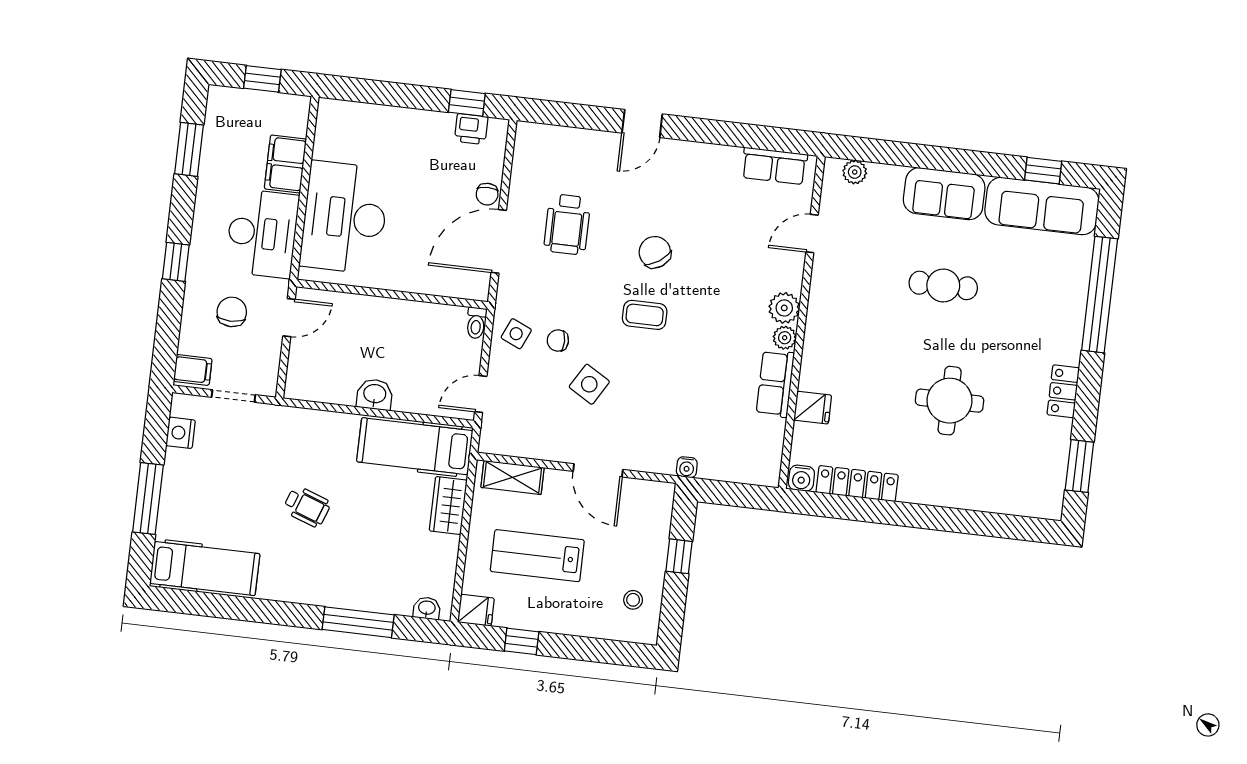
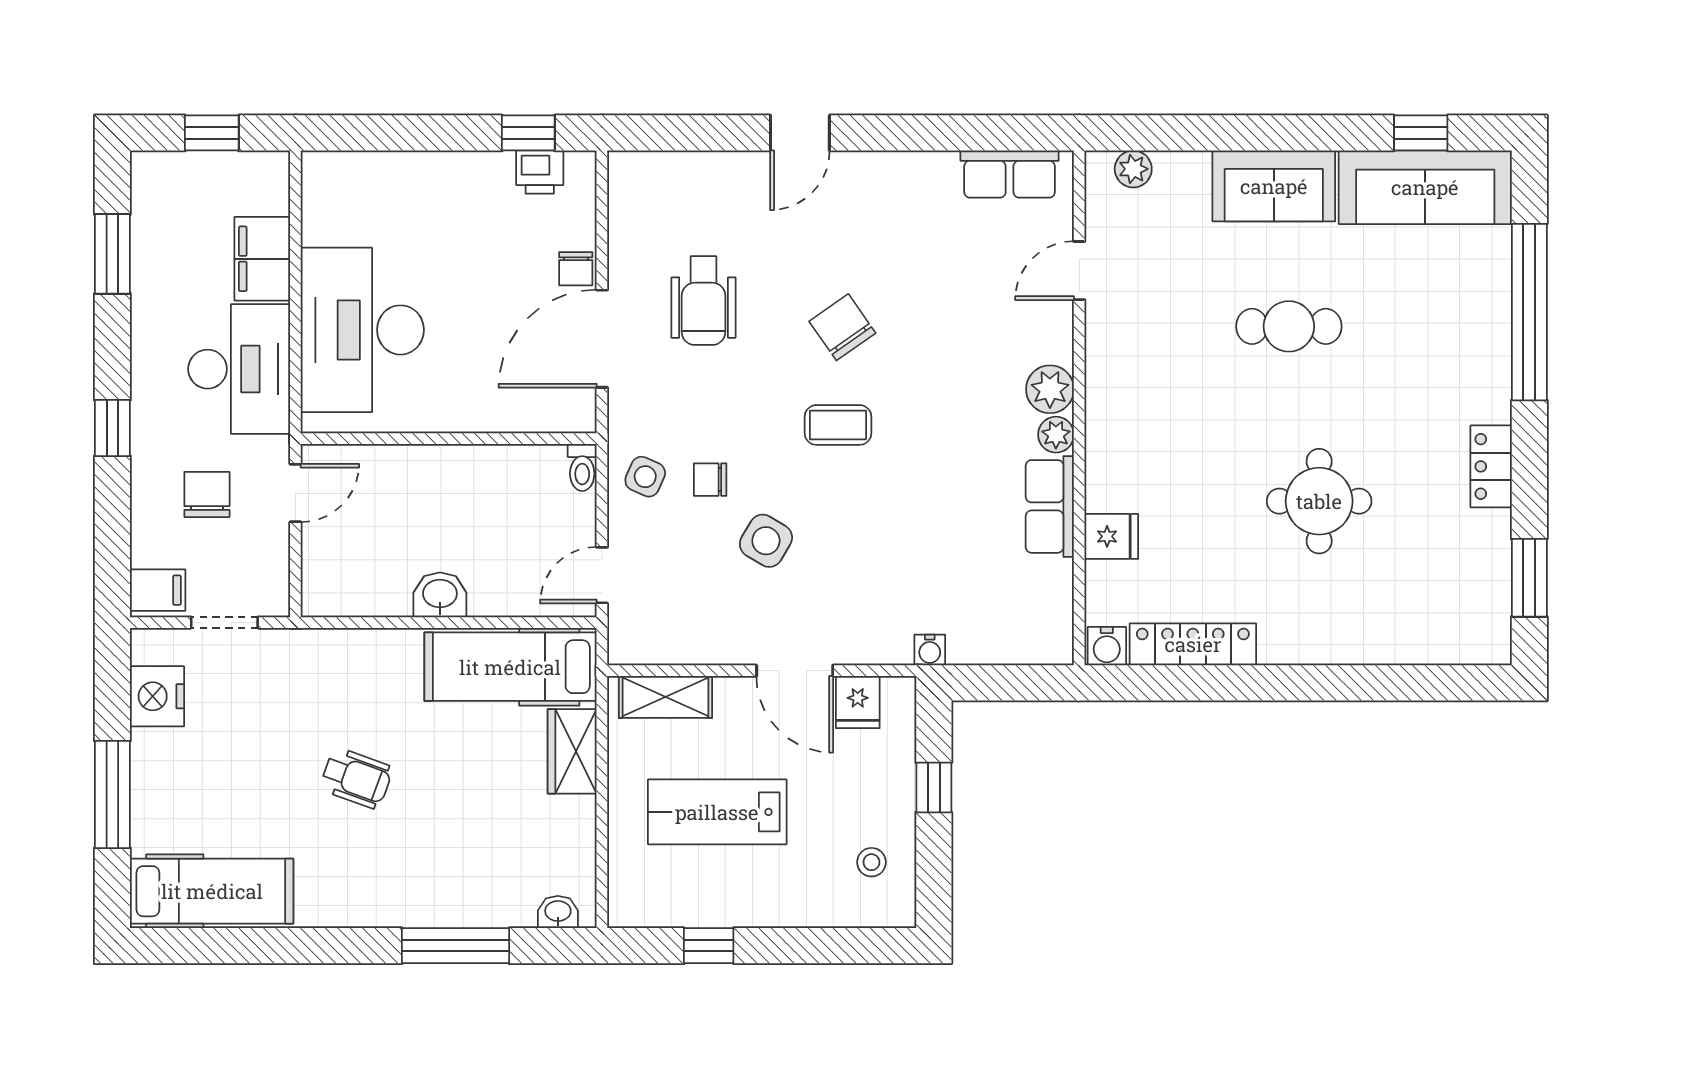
nightstand: (181, 433) -> (157, 696), width x1.36, depth x1.33
fridge: (476, 610) -> (858, 702), moved, turned 90

